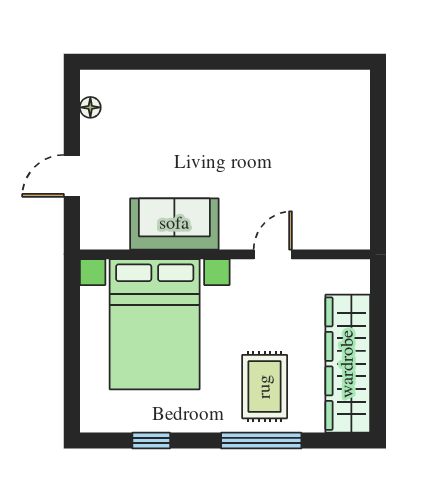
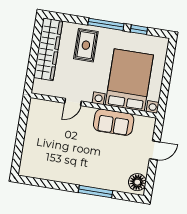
window: (190, 62) -> (96, 192), added
floor lamp: (90, 107) -> (137, 182), width x1.89, depth x1.89
window: (261, 441) -> (106, 24), moved

